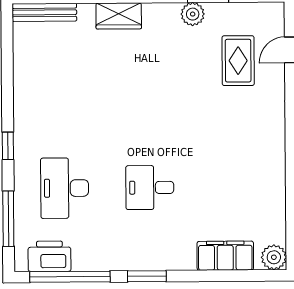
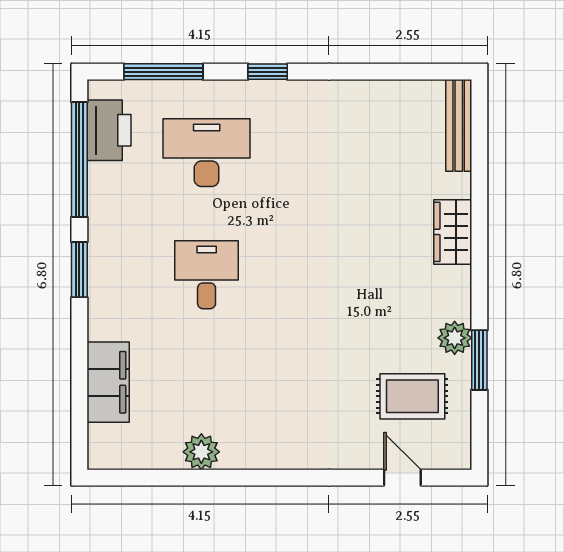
rug: (238, 61) -> (412, 396), moved
plant: (274, 257) -> (201, 452), moved

